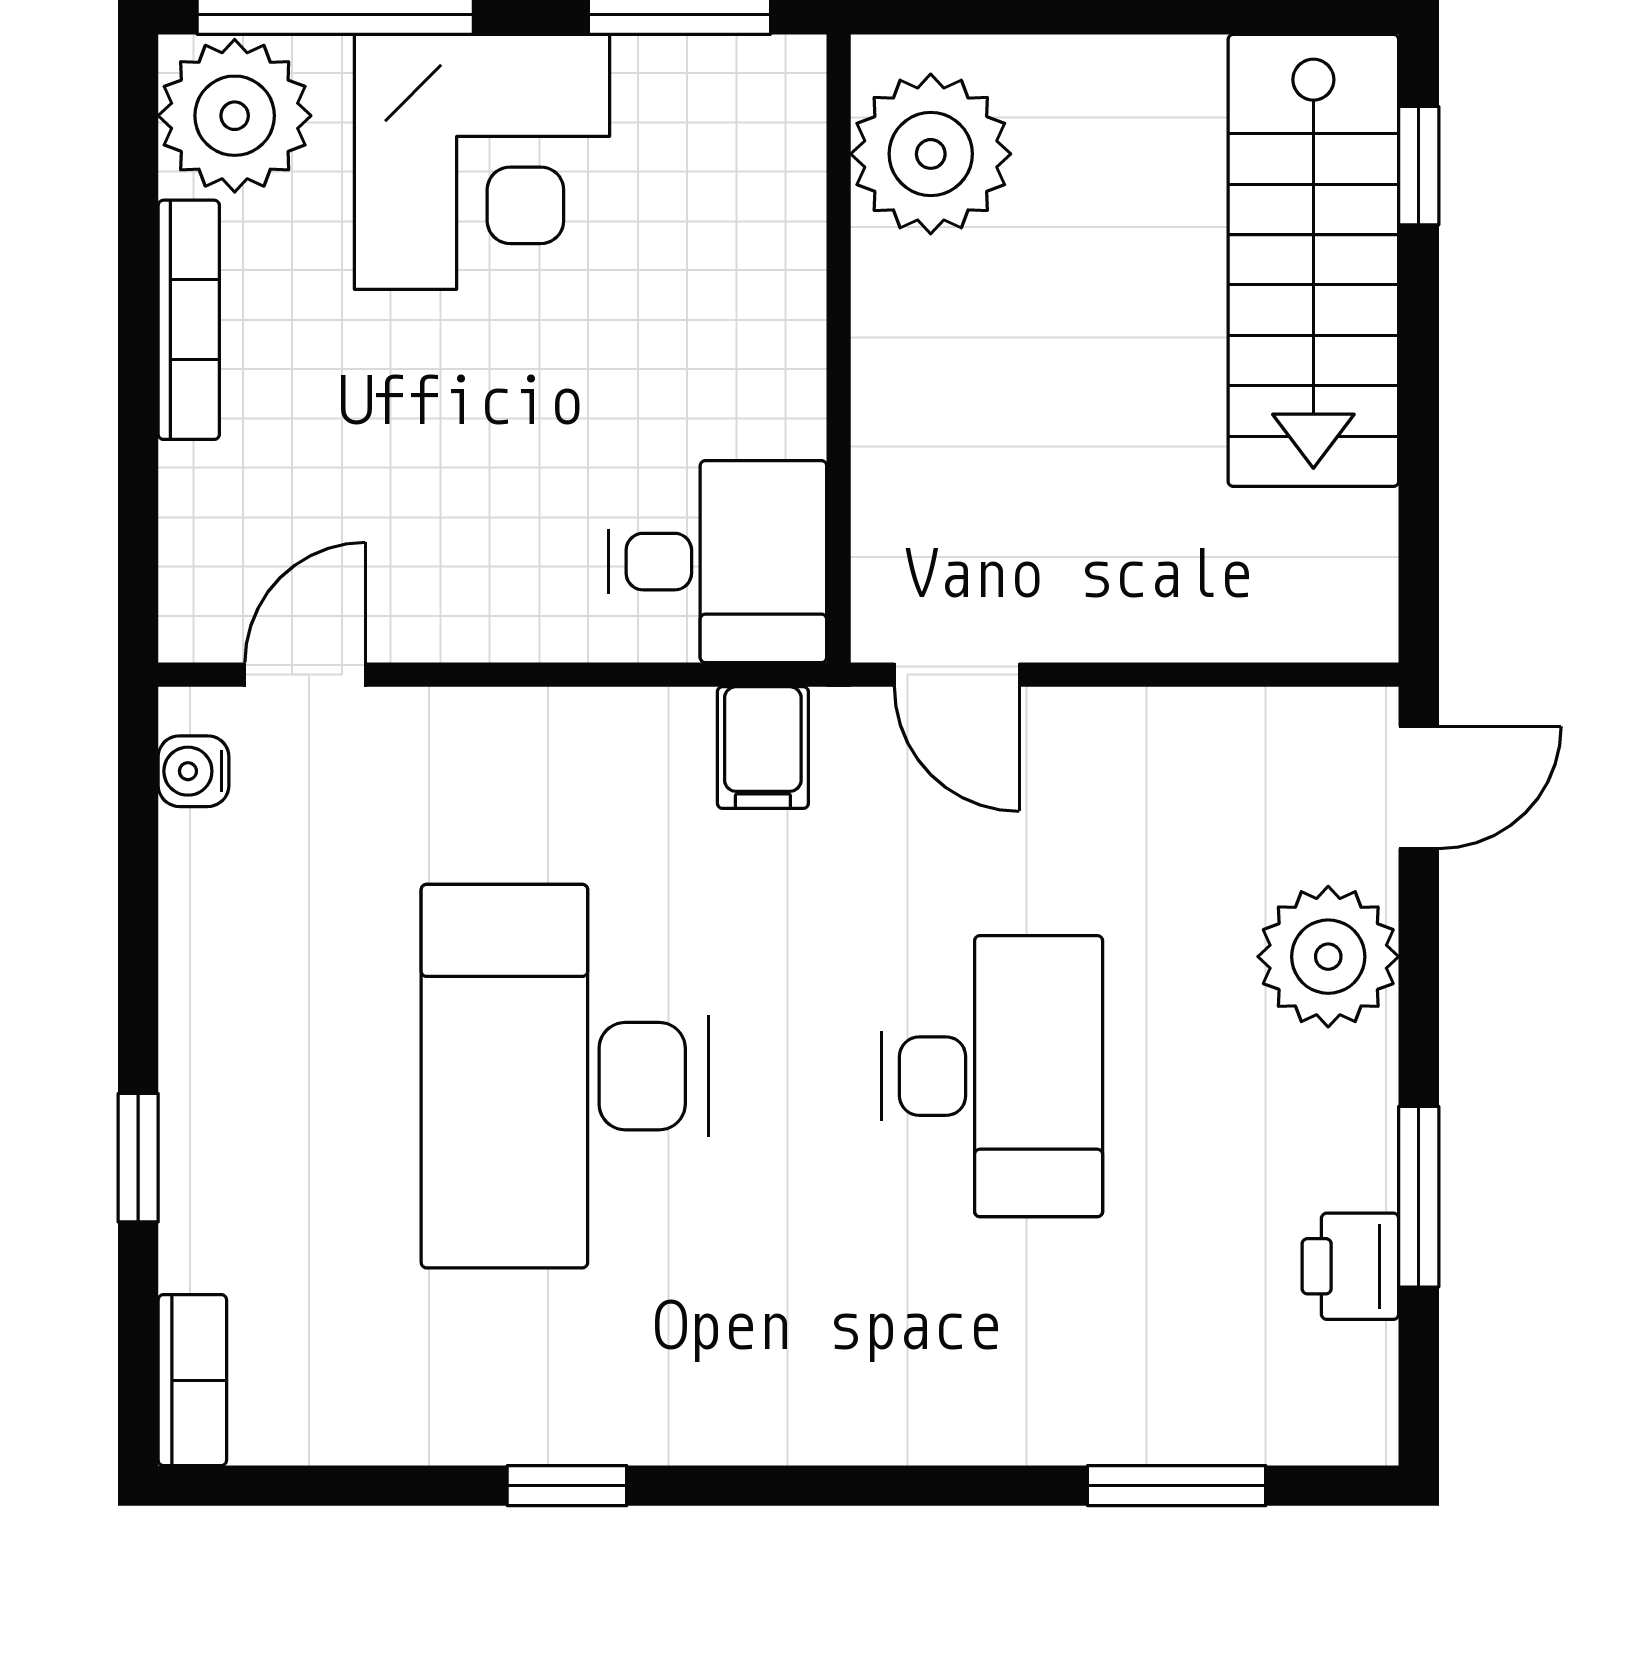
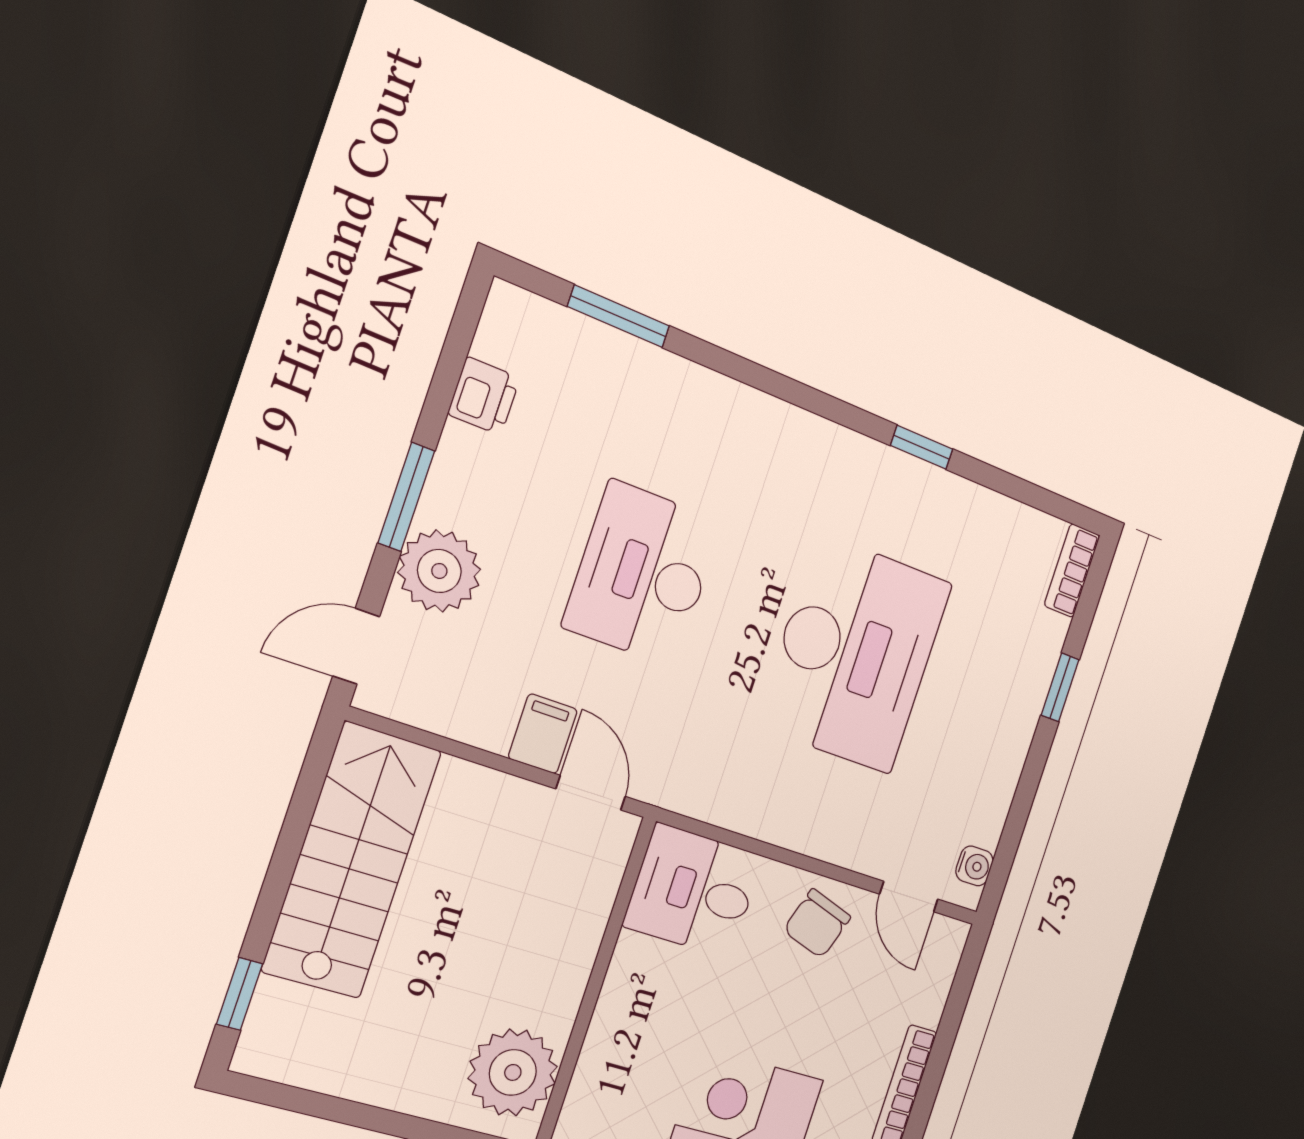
stairs: (1313, 260) -> (352, 860), moved
chair: (467, 572) -> (817, 923), added
door: (305, 675) -> (909, 897), hinge flipped
filing cabinet: (763, 748) -> (543, 734), moved
window: (1419, 1197) -> (406, 497), moved

